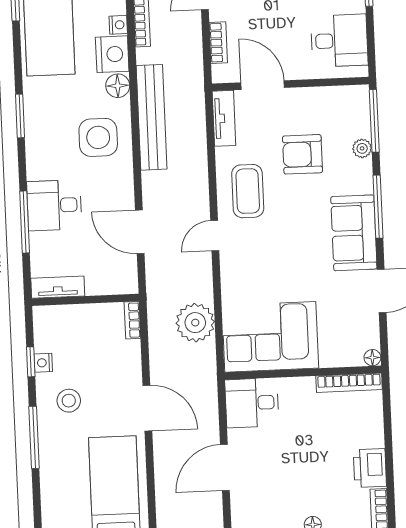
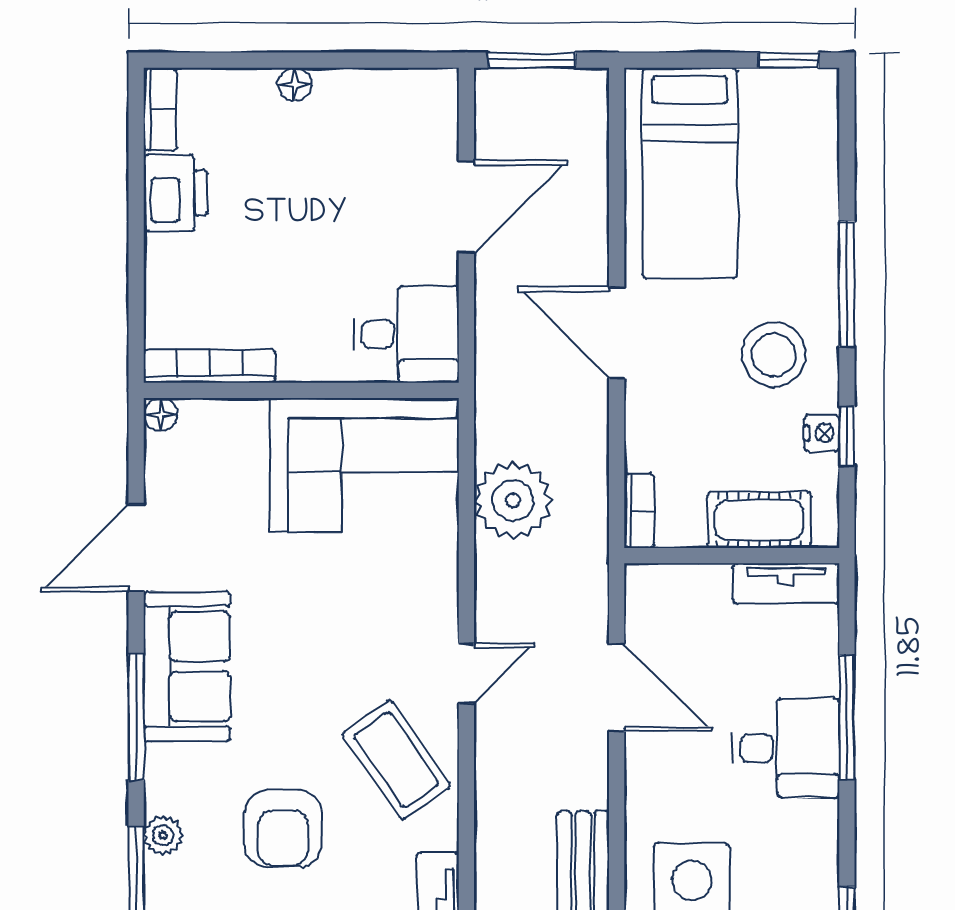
armchair: (302, 154) -> (283, 829), turned 90
coffee table: (248, 191) -> (396, 760), turned -35
cot: (73, 318) -> (759, 520), added
stool: (69, 401) -> (774, 355), width x1.38, depth x1.38

